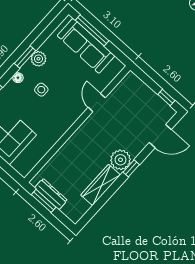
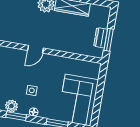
door: (97, 103) -> (36, 49), moved
dresser: (51, 194) -> (100, 38), width x0.70

